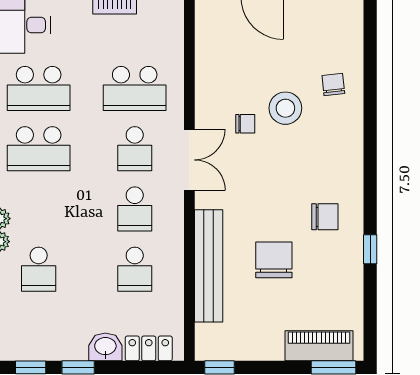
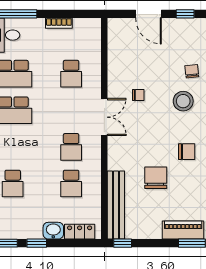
school desk: (135, 88) -> (71, 74), width x0.54
stool: (285, 108) -> (183, 101), moved
school desk: (135, 149) -> (71, 110), removed
bench: (209, 266) -> (116, 205), moved

